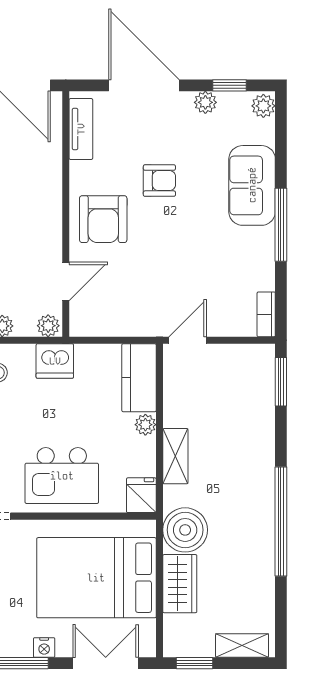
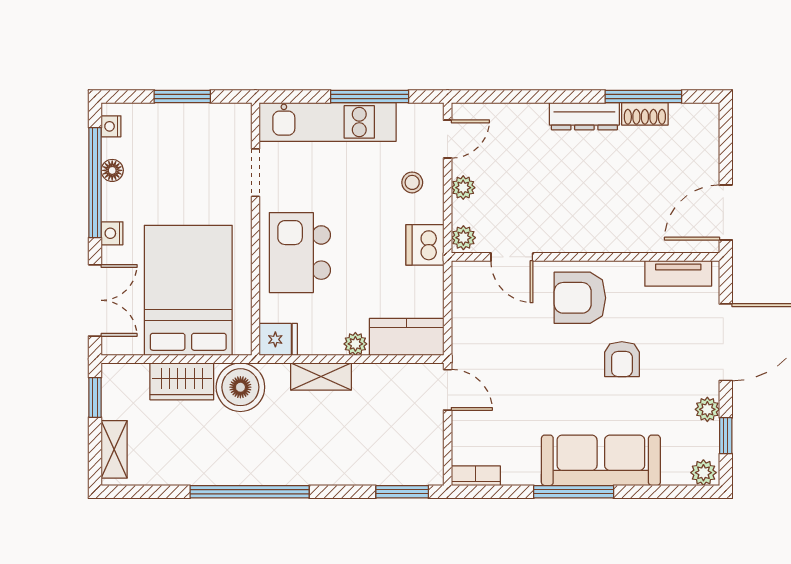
sofa: (252, 185) -> (601, 460), width x1.36

